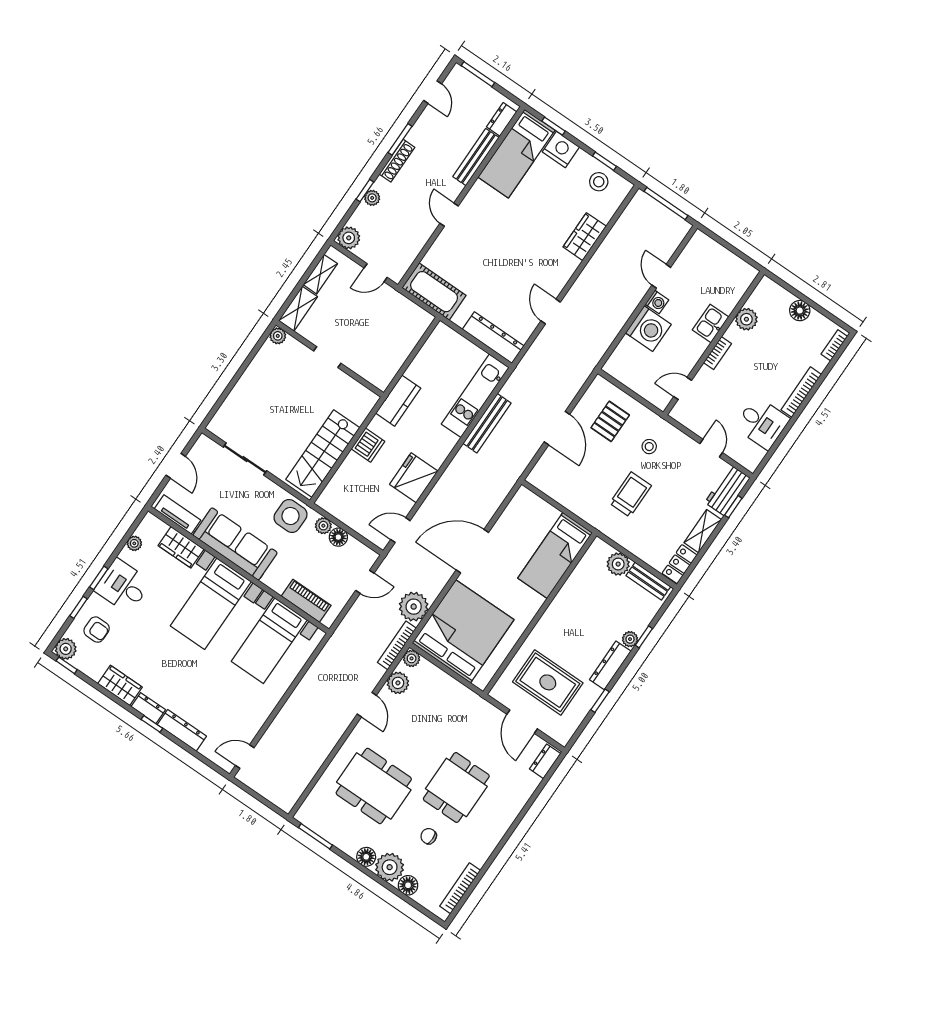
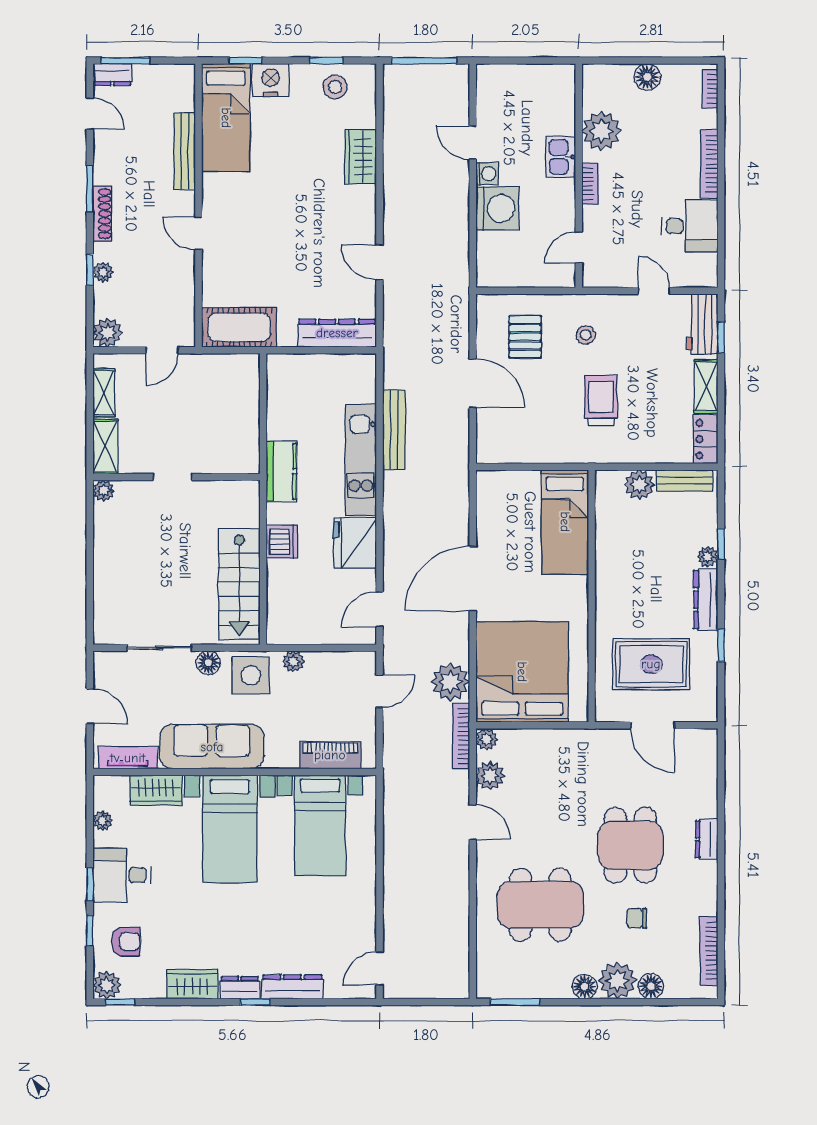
dresser: (502, 119) -> (112, 75), moved, turned -90
plant: (746, 319) -> (601, 131), width x1.36, depth x1.36
kitchen unit: (475, 396) -> (361, 460), moved
floor lamp: (338, 537) -> (208, 663), moved
dresser: (545, 761) -> (707, 839), moved

